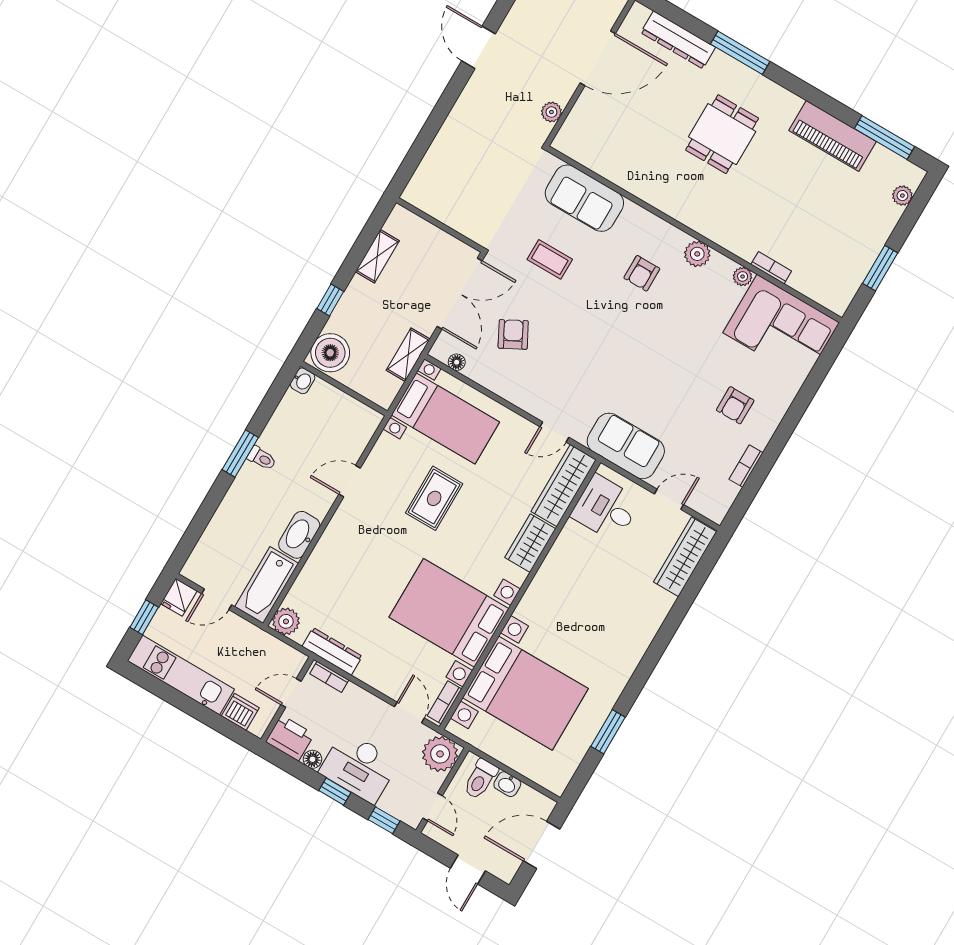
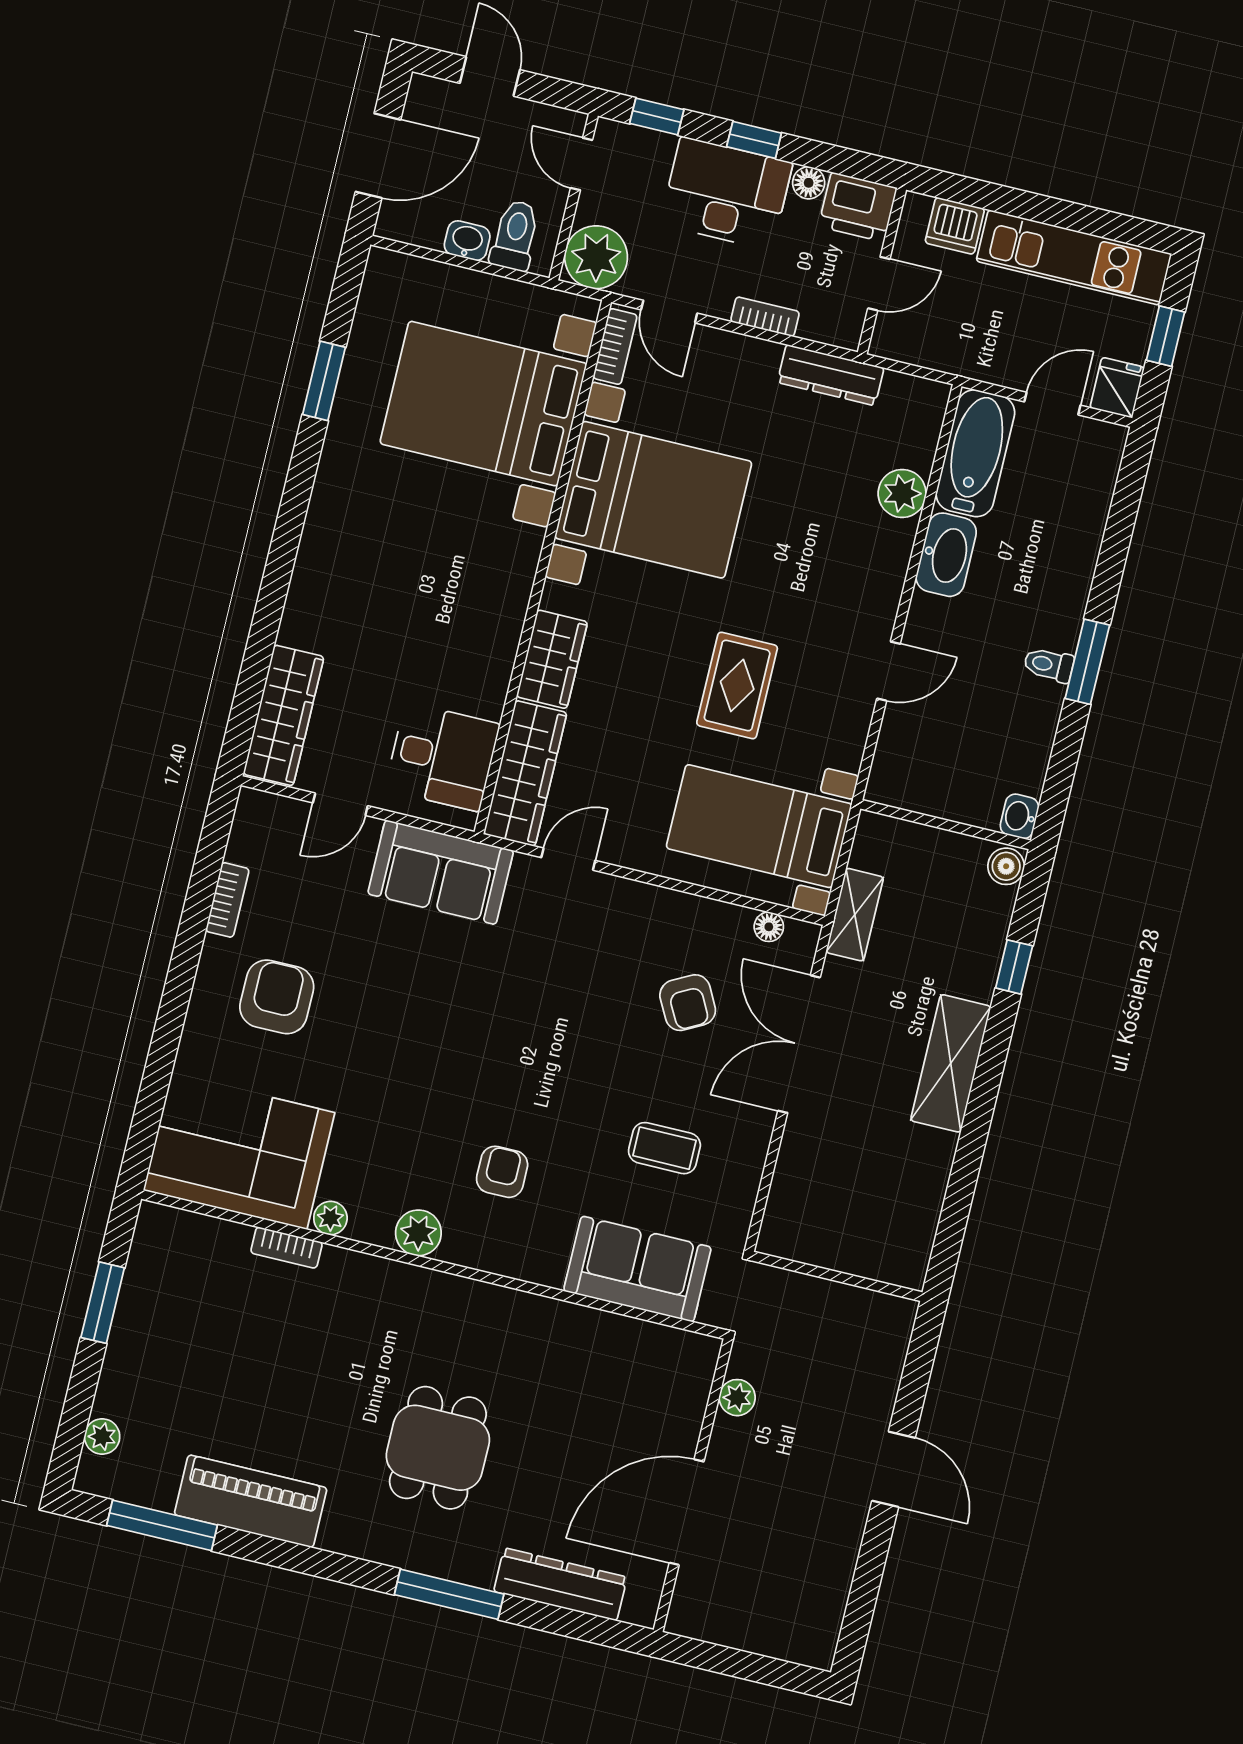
wall: (440, 225) -> (837, 1276), moved
shelving: (377, 256) -> (951, 1063), width x1.50, depth x1.33
boiler: (330, 353) -> (1006, 866), width x0.54, depth x0.54
armchair: (735, 405) -> (277, 997), width x1.38, depth x1.38
plant: (286, 621) -> (902, 493), moved
bookcase: (329, 677) -> (765, 317), moved

